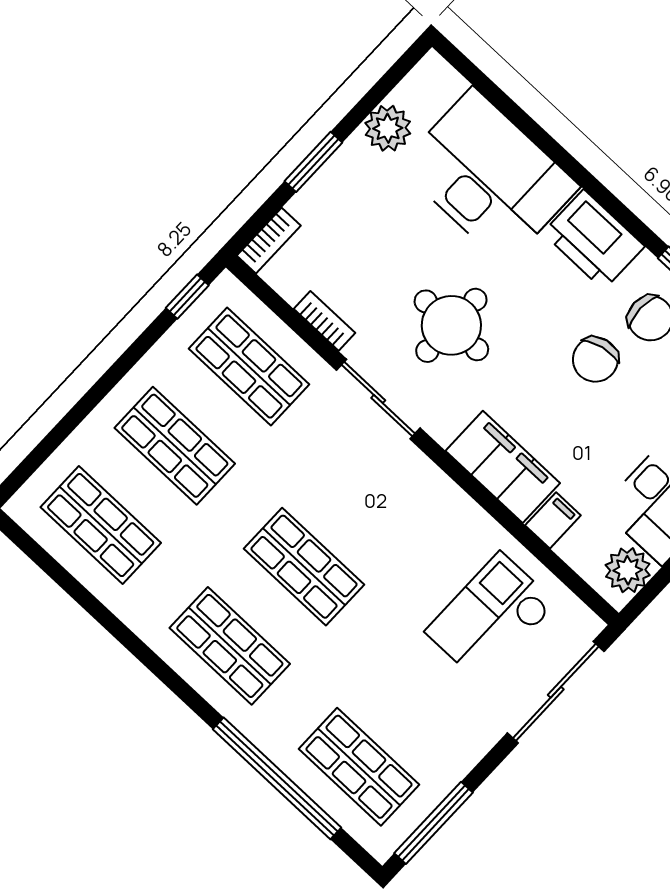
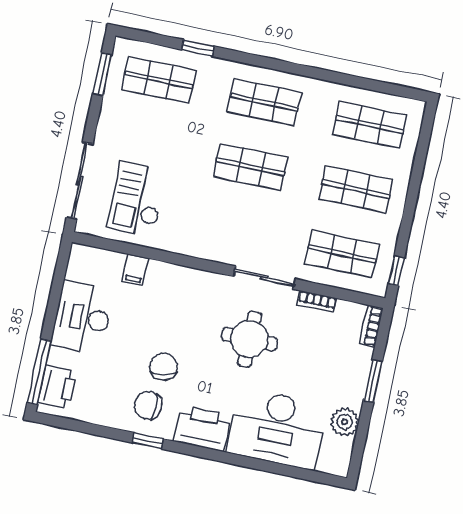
filing cabinet: (503, 467) -> (178, 281), removed
plant: (628, 570) -> (81, 267), removed
checkout: (490, 618) -> (137, 199), turned 180
window: (277, 778) -> (198, 48), width x0.32
window: (434, 823) -> (102, 74), width x0.69

